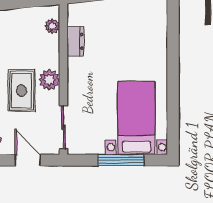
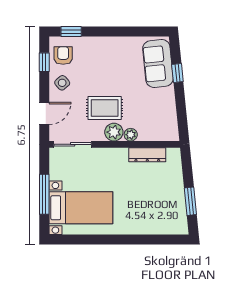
plant: (52, 26) -> (131, 135), moved
dresser: (75, 41) -> (147, 155), width x1.44

